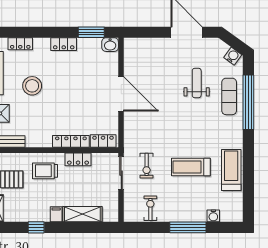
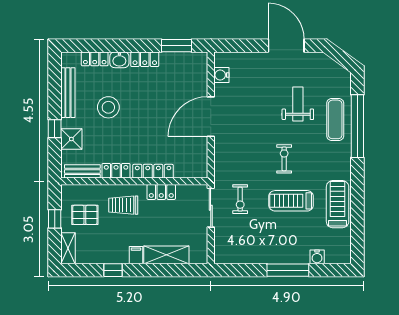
washbasin: (110, 45) -> (119, 60), moved
water cooler: (233, 56) -> (221, 75), moved, turned -126
door: (121, 94) -> (211, 117), swing flipped
locker: (103, 141) -> (116, 171), moved
exercise bike: (150, 208) -> (284, 159), moved

